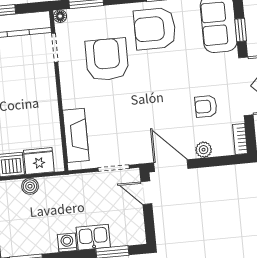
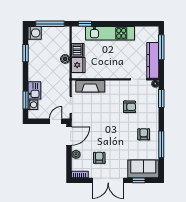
armchair: (155, 29) -> (144, 134), width x0.53, depth x0.53
armchair: (107, 59) -> (130, 107), width x0.53, depth x0.53
washing machine: (67, 242) -> (33, 105), moved

